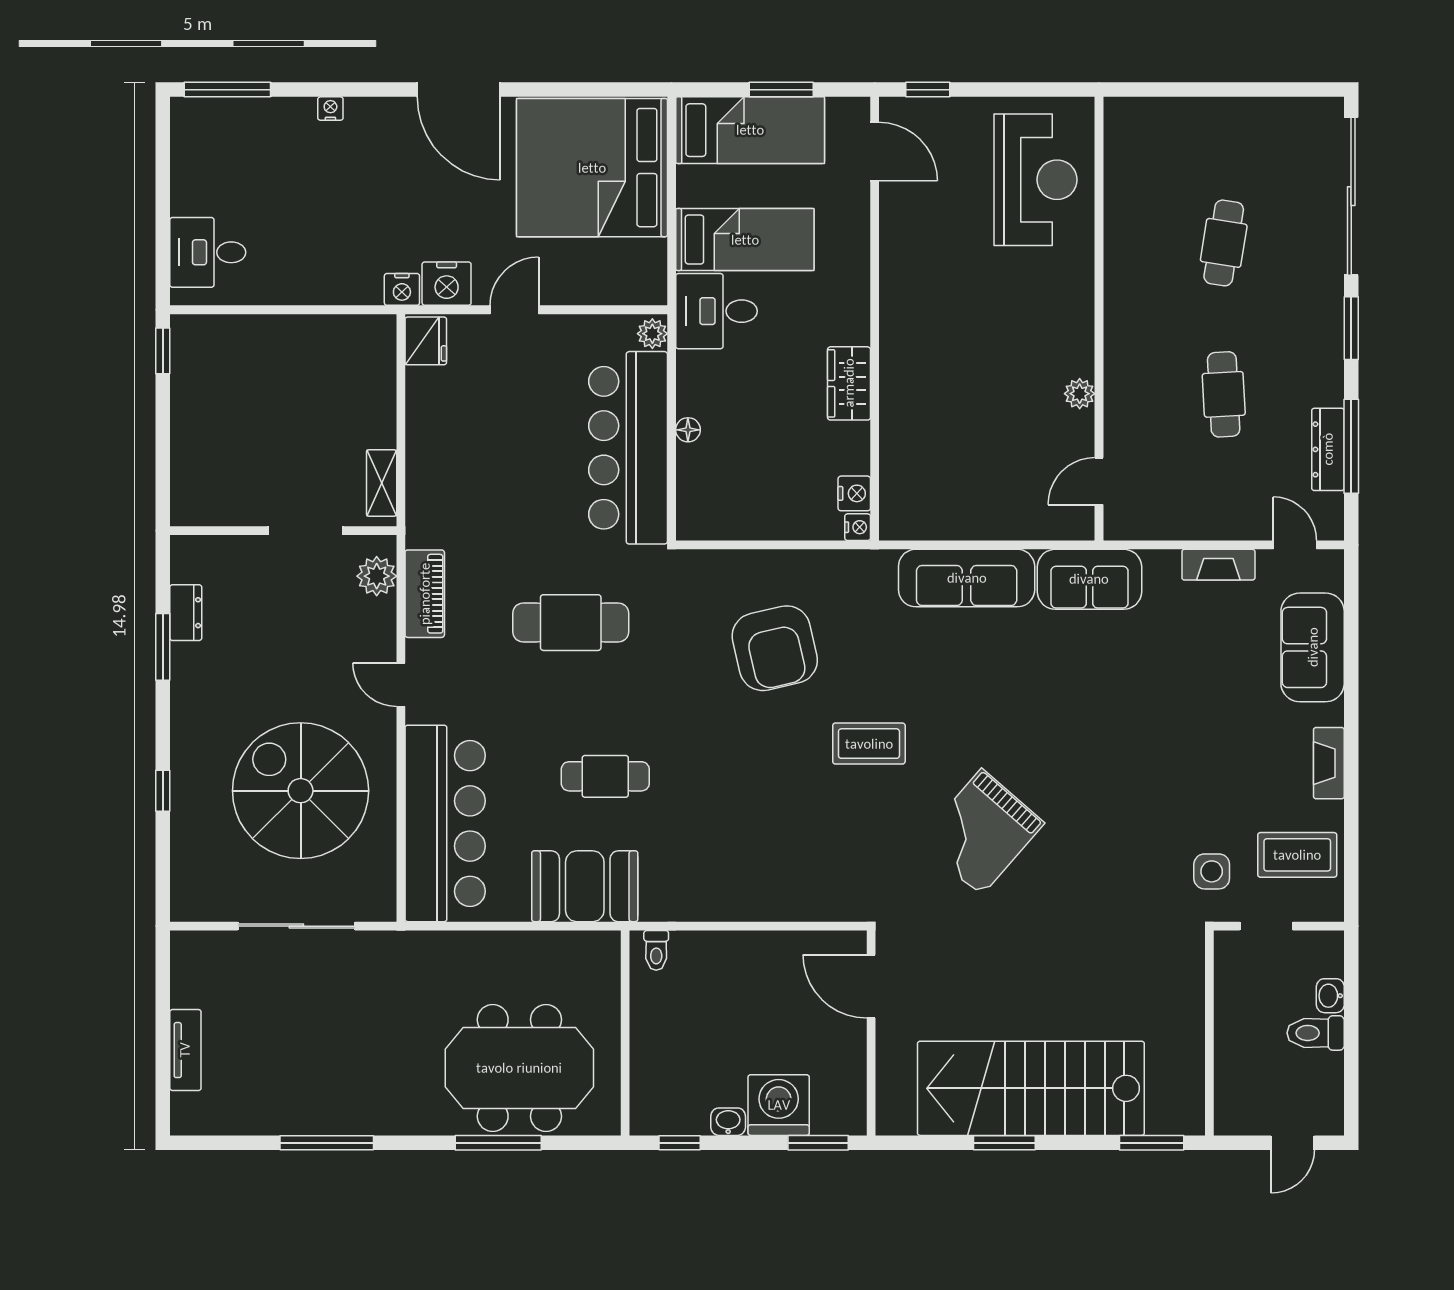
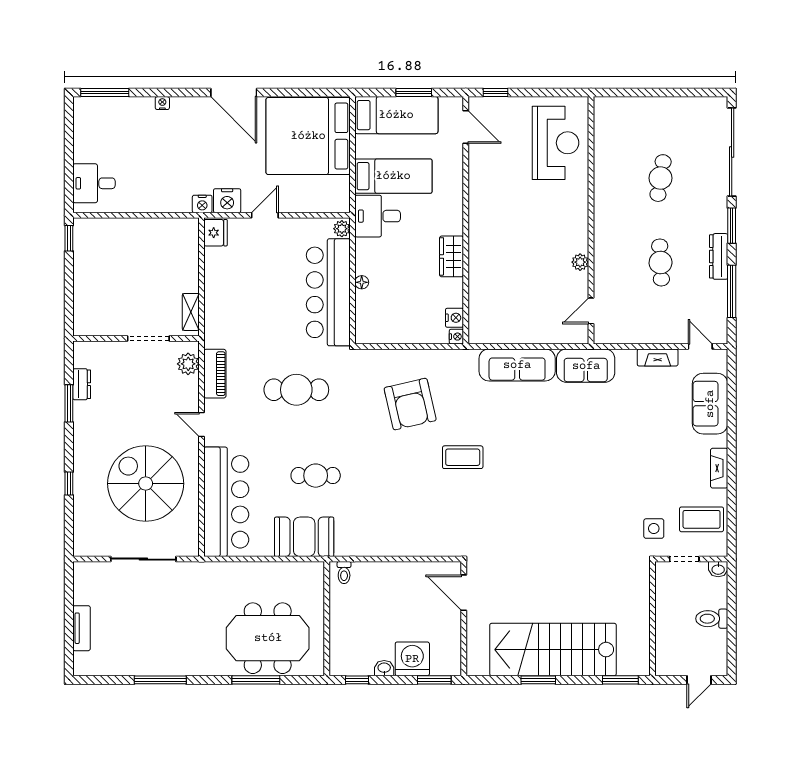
dresser: (1328, 449) -> (719, 256), moved
grand piano: (981, 832) -> (525, 507), removed
washbasin: (1330, 996) -> (718, 569), moved, turned -90

